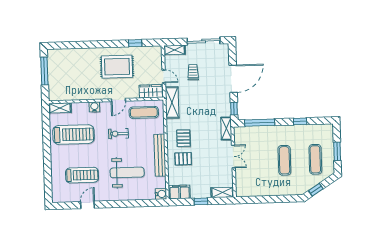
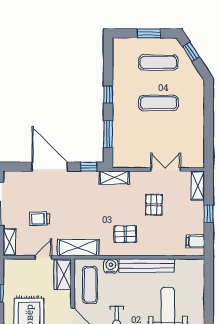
window: (300, 121) -> (108, 95), moved
window: (260, 123) -> (108, 134), width x0.69
double door: (233, 157) -> (166, 169), moved
pallet: (183, 159) -> (154, 205), moved
window: (316, 190) -> (191, 52), moved
filing cabinet: (180, 192) -> (195, 241), width x0.50
water cooler: (161, 194) -> (111, 266), moved

